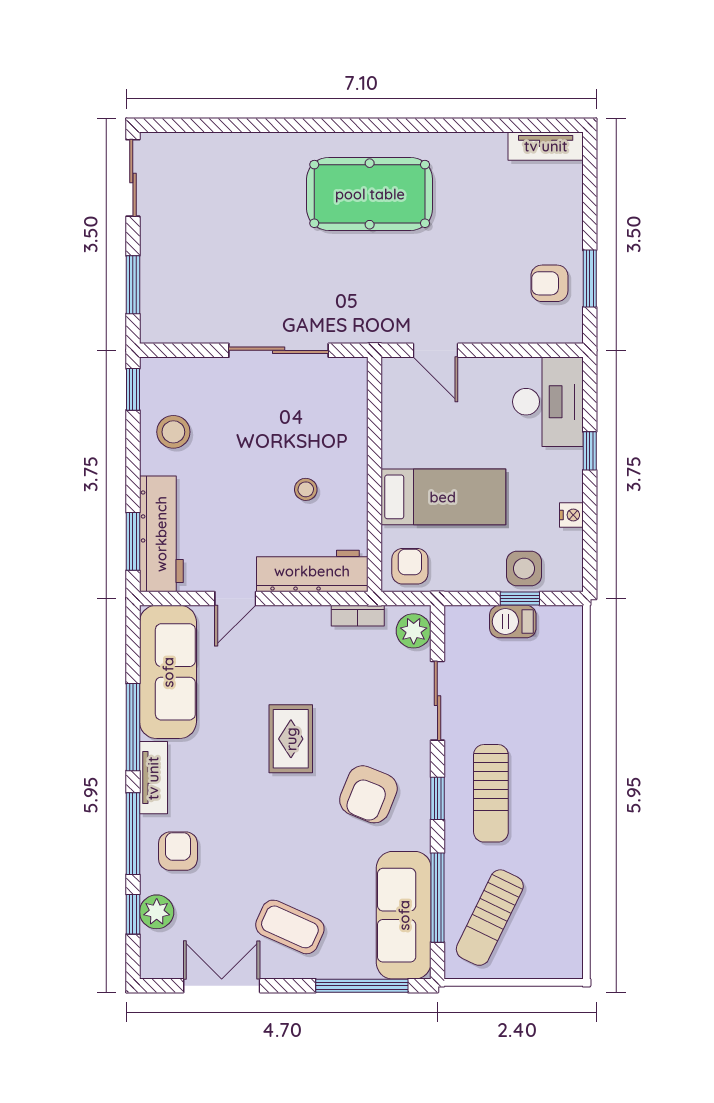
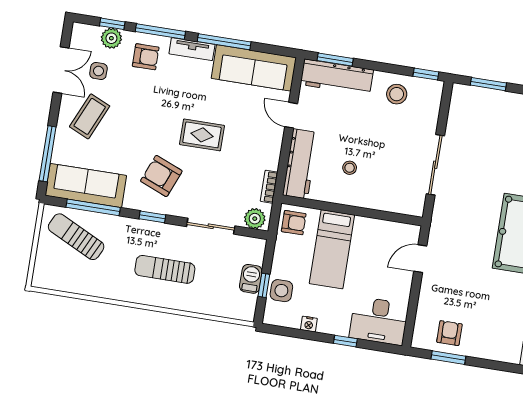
sun lounger: (491, 793) -> (165, 269), moved
side table: (214, 924) -> (98, 71), added

